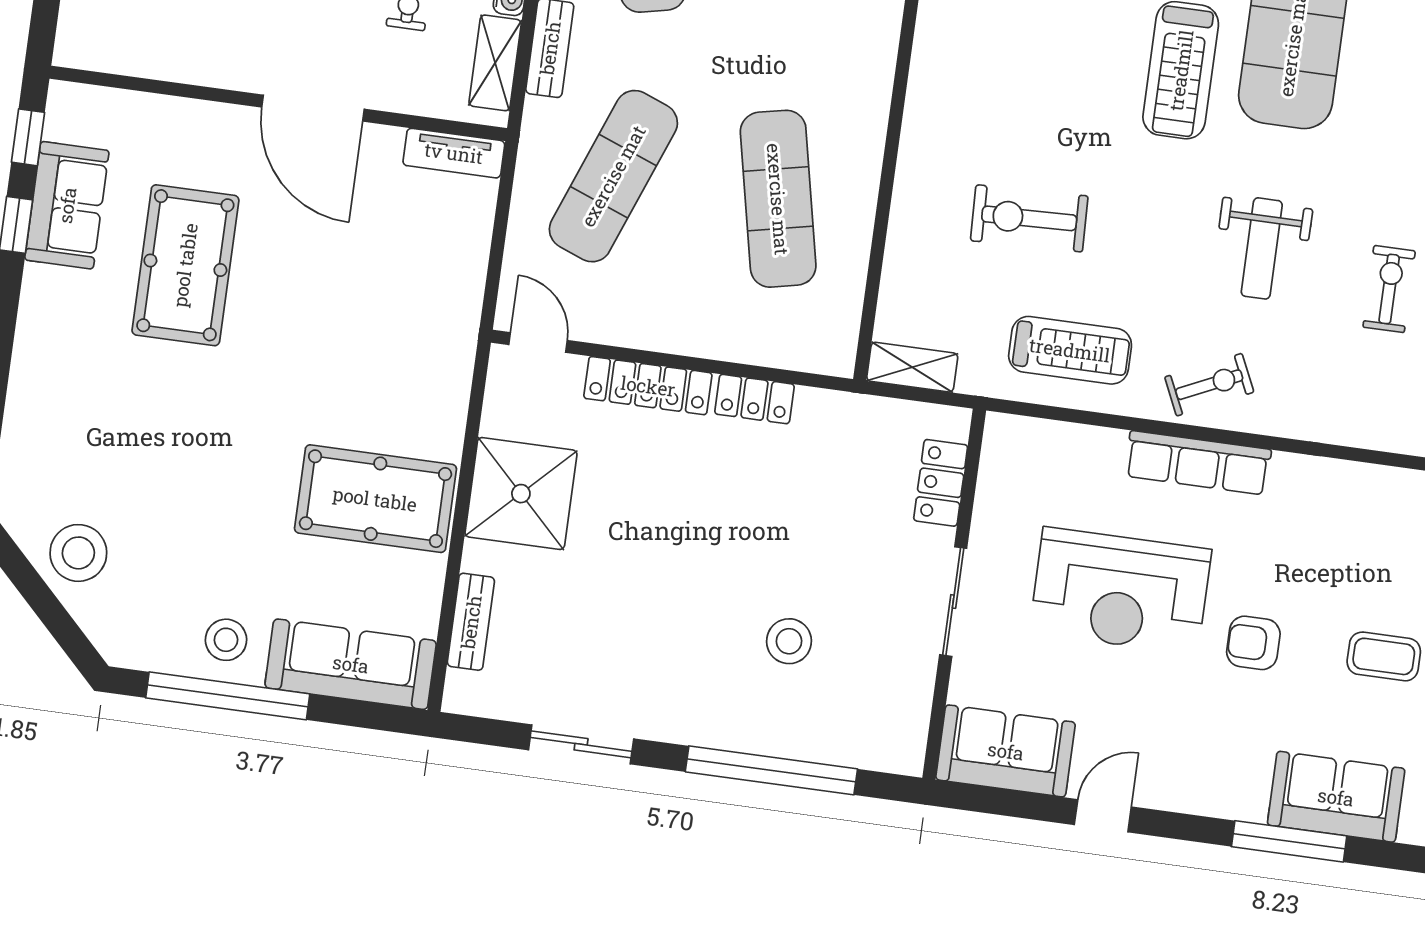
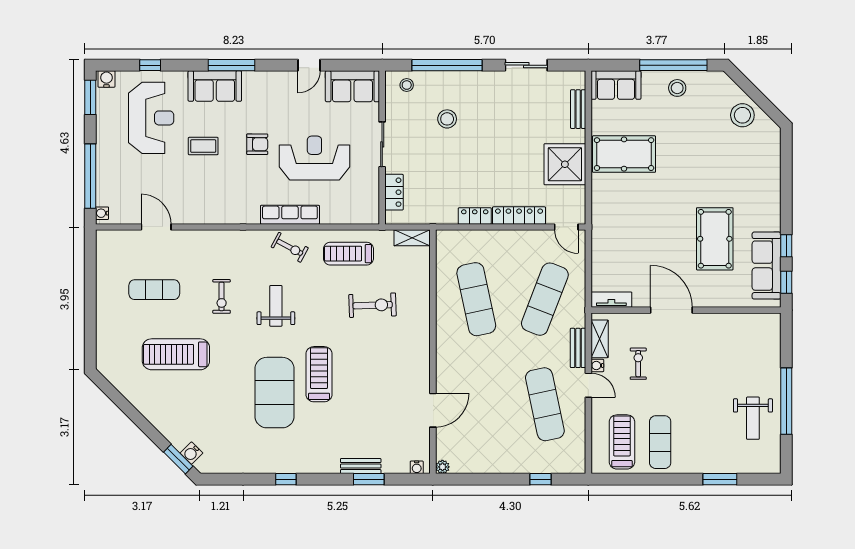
sofa: (67, 205) -> (767, 266), width x1.36
exercise bike: (1209, 385) -> (290, 247), turned -127
sofa: (351, 664) -> (616, 85), width x0.73
stool: (875, 736) -> (407, 85), added

